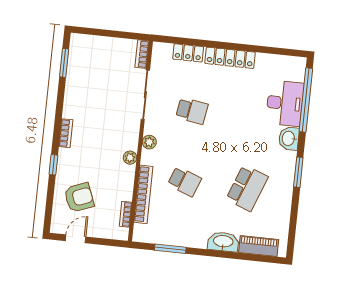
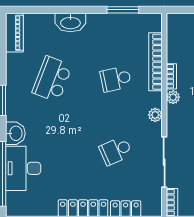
school desk: (192, 111) -> (116, 151), turned -33
school desk: (184, 181) -> (116, 79), turned -33
bookcase: (126, 214) -> (171, 76), moved
piano: (259, 246) -> (14, 33), moved, turned -90

